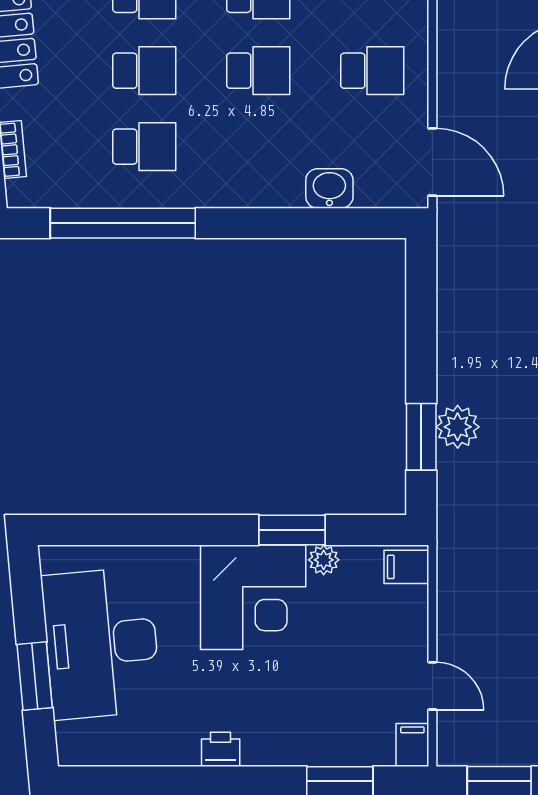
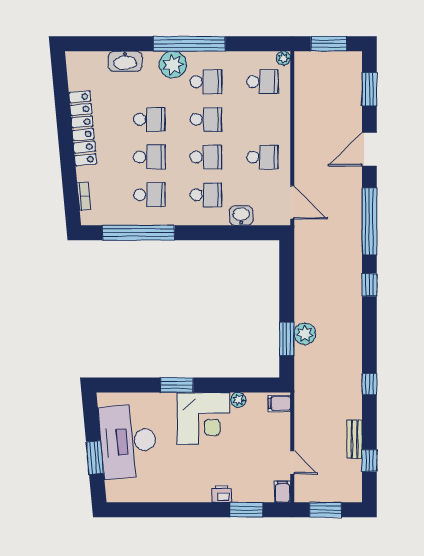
school desk: (258, 147) -> (206, 195), added
window: (292, 530) -> (177, 385), moved
printer: (221, 749) -> (222, 494), moved

